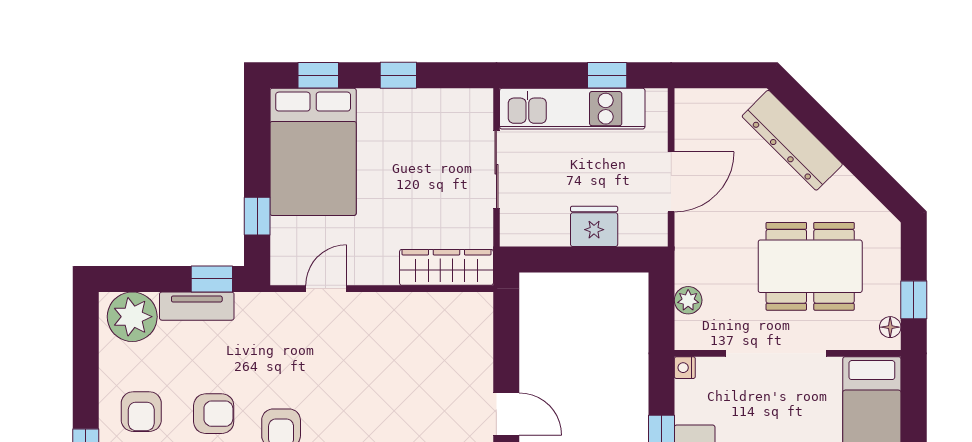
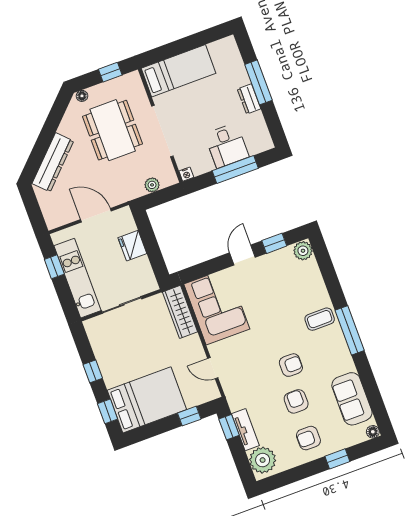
floor lamp: (890, 327) -> (82, 96), moved
corner sofa: (432, 336) -> (217, 307), added
armchair: (141, 412) -> (308, 438), turned 180

